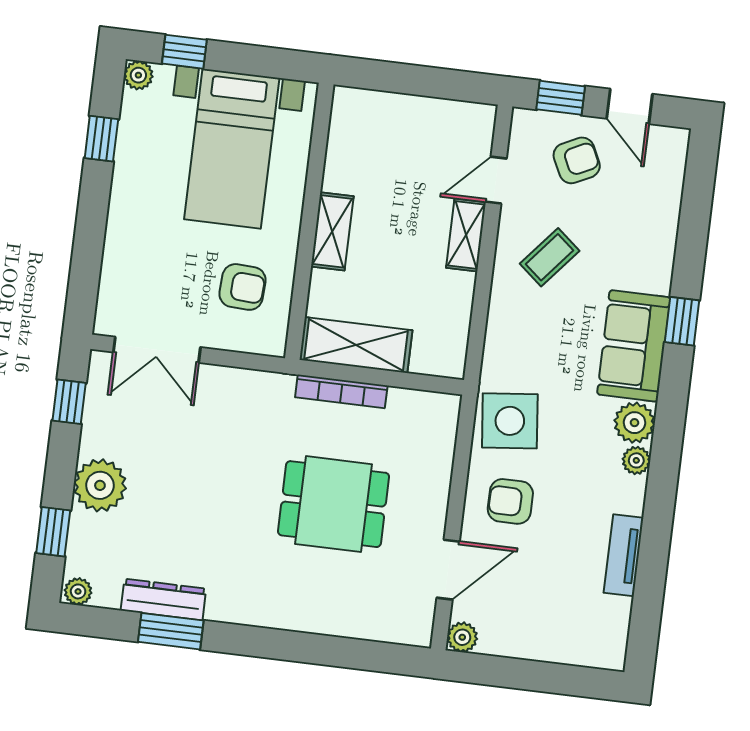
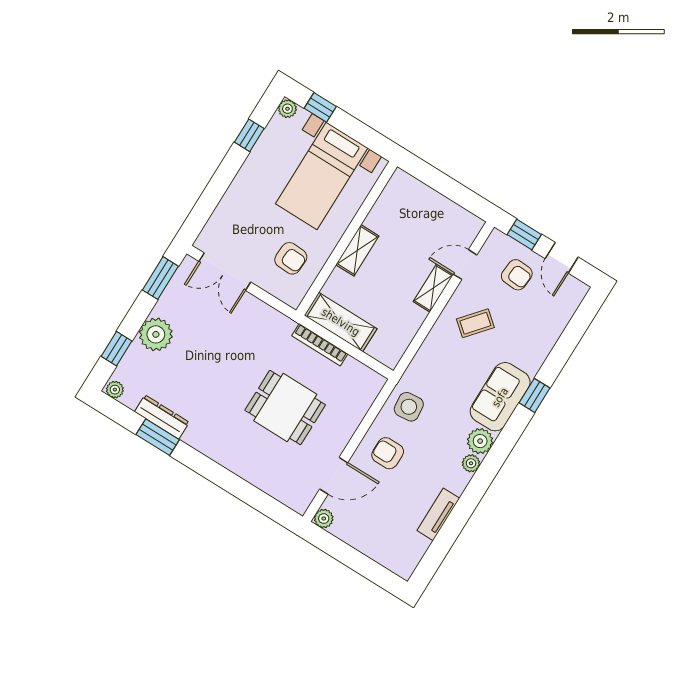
armchair: (577, 160) -> (517, 275), turned 30
window: (69, 402) -> (160, 278), width x1.50
side table: (510, 421) -> (409, 407), width x0.73, depth x0.73

